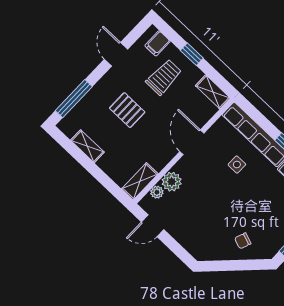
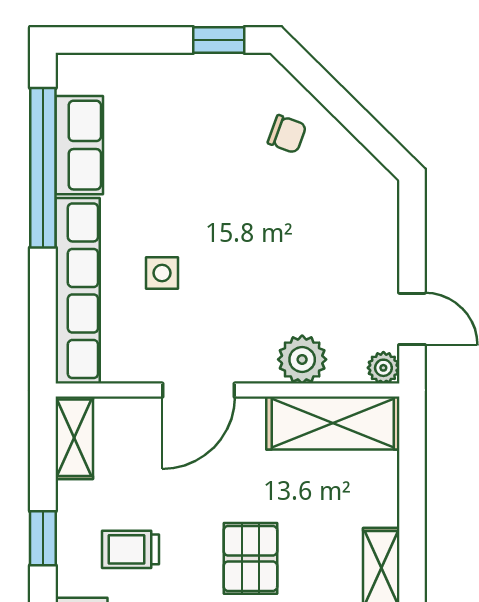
trolley: (164, 77) -> (131, 549), width x0.73, depth x0.72
shelving: (140, 181) -> (333, 423), width x1.50, depth x1.33
plant: (157, 192) -> (383, 368), moved

